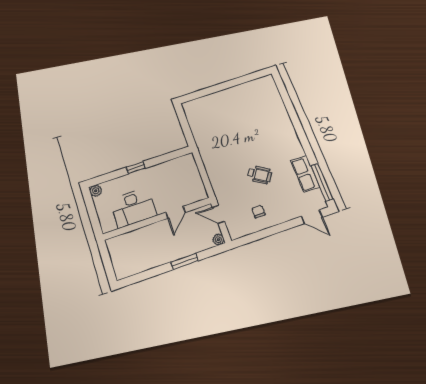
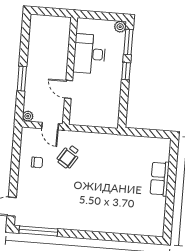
row of seats: (305, 174) -> (160, 179), moved, turned -90
wheelchair: (260, 175) -> (68, 157), moved
window: (107, 177) -> (128, 42), added
door: (218, 214) -> (50, 126), swing flipped

